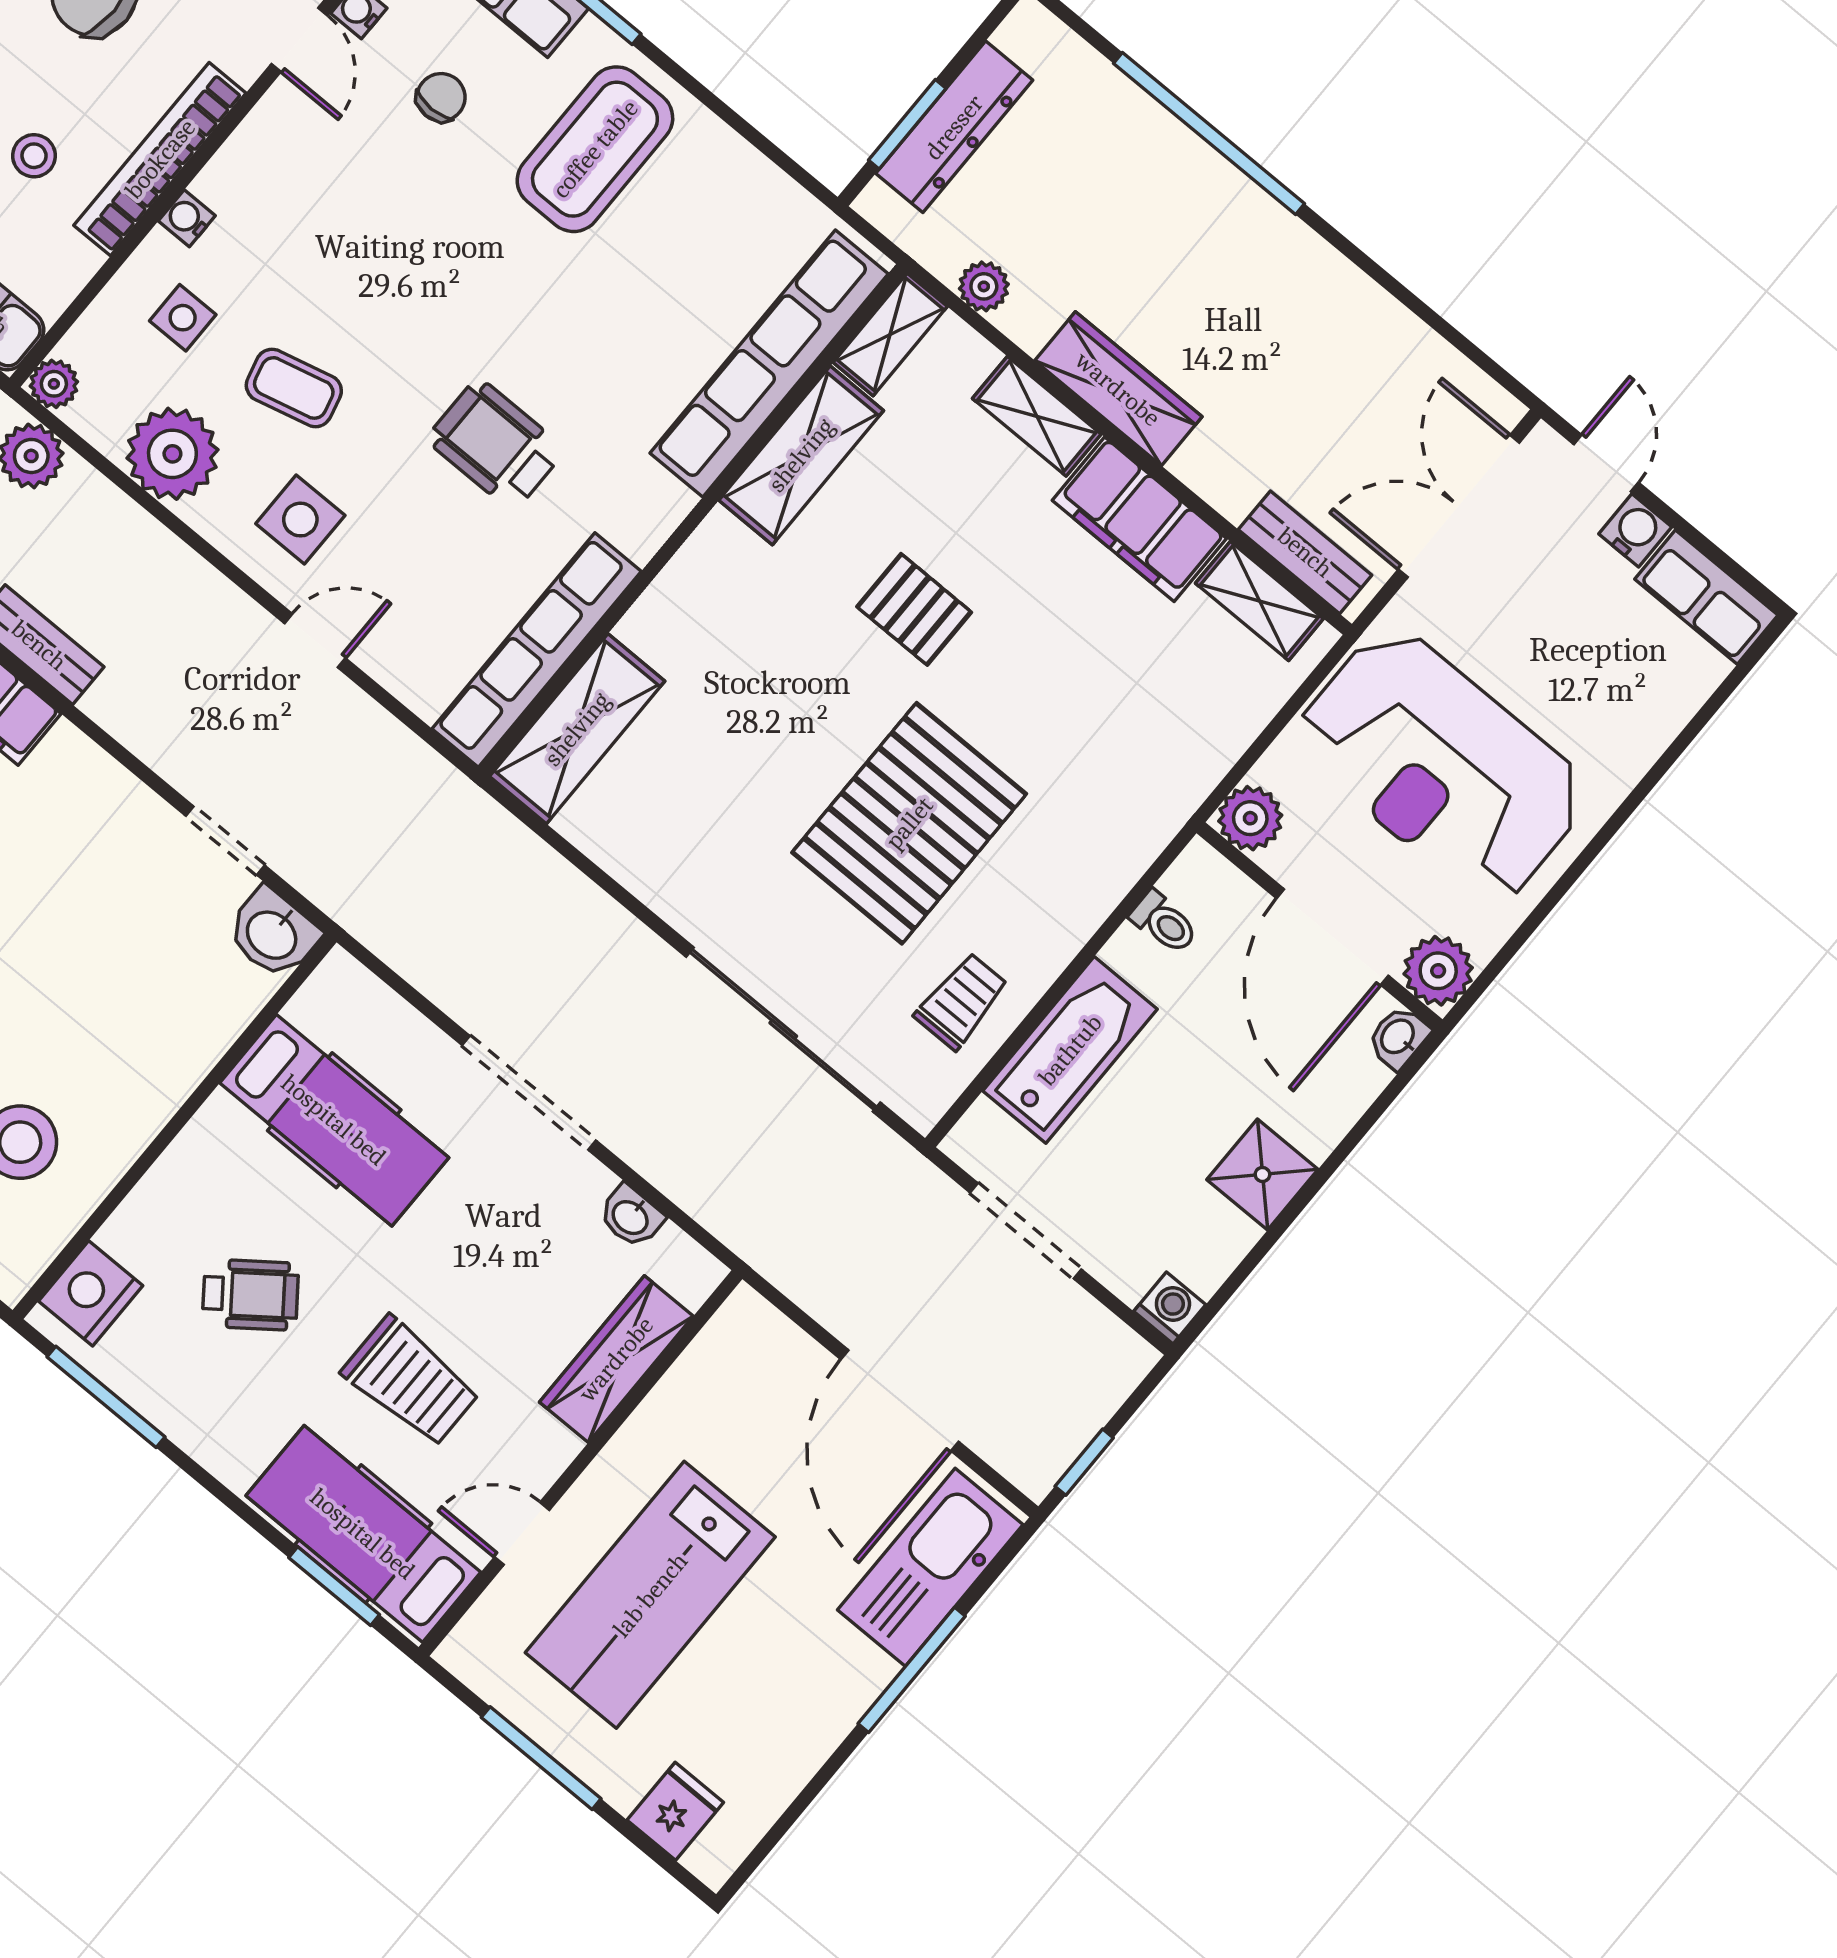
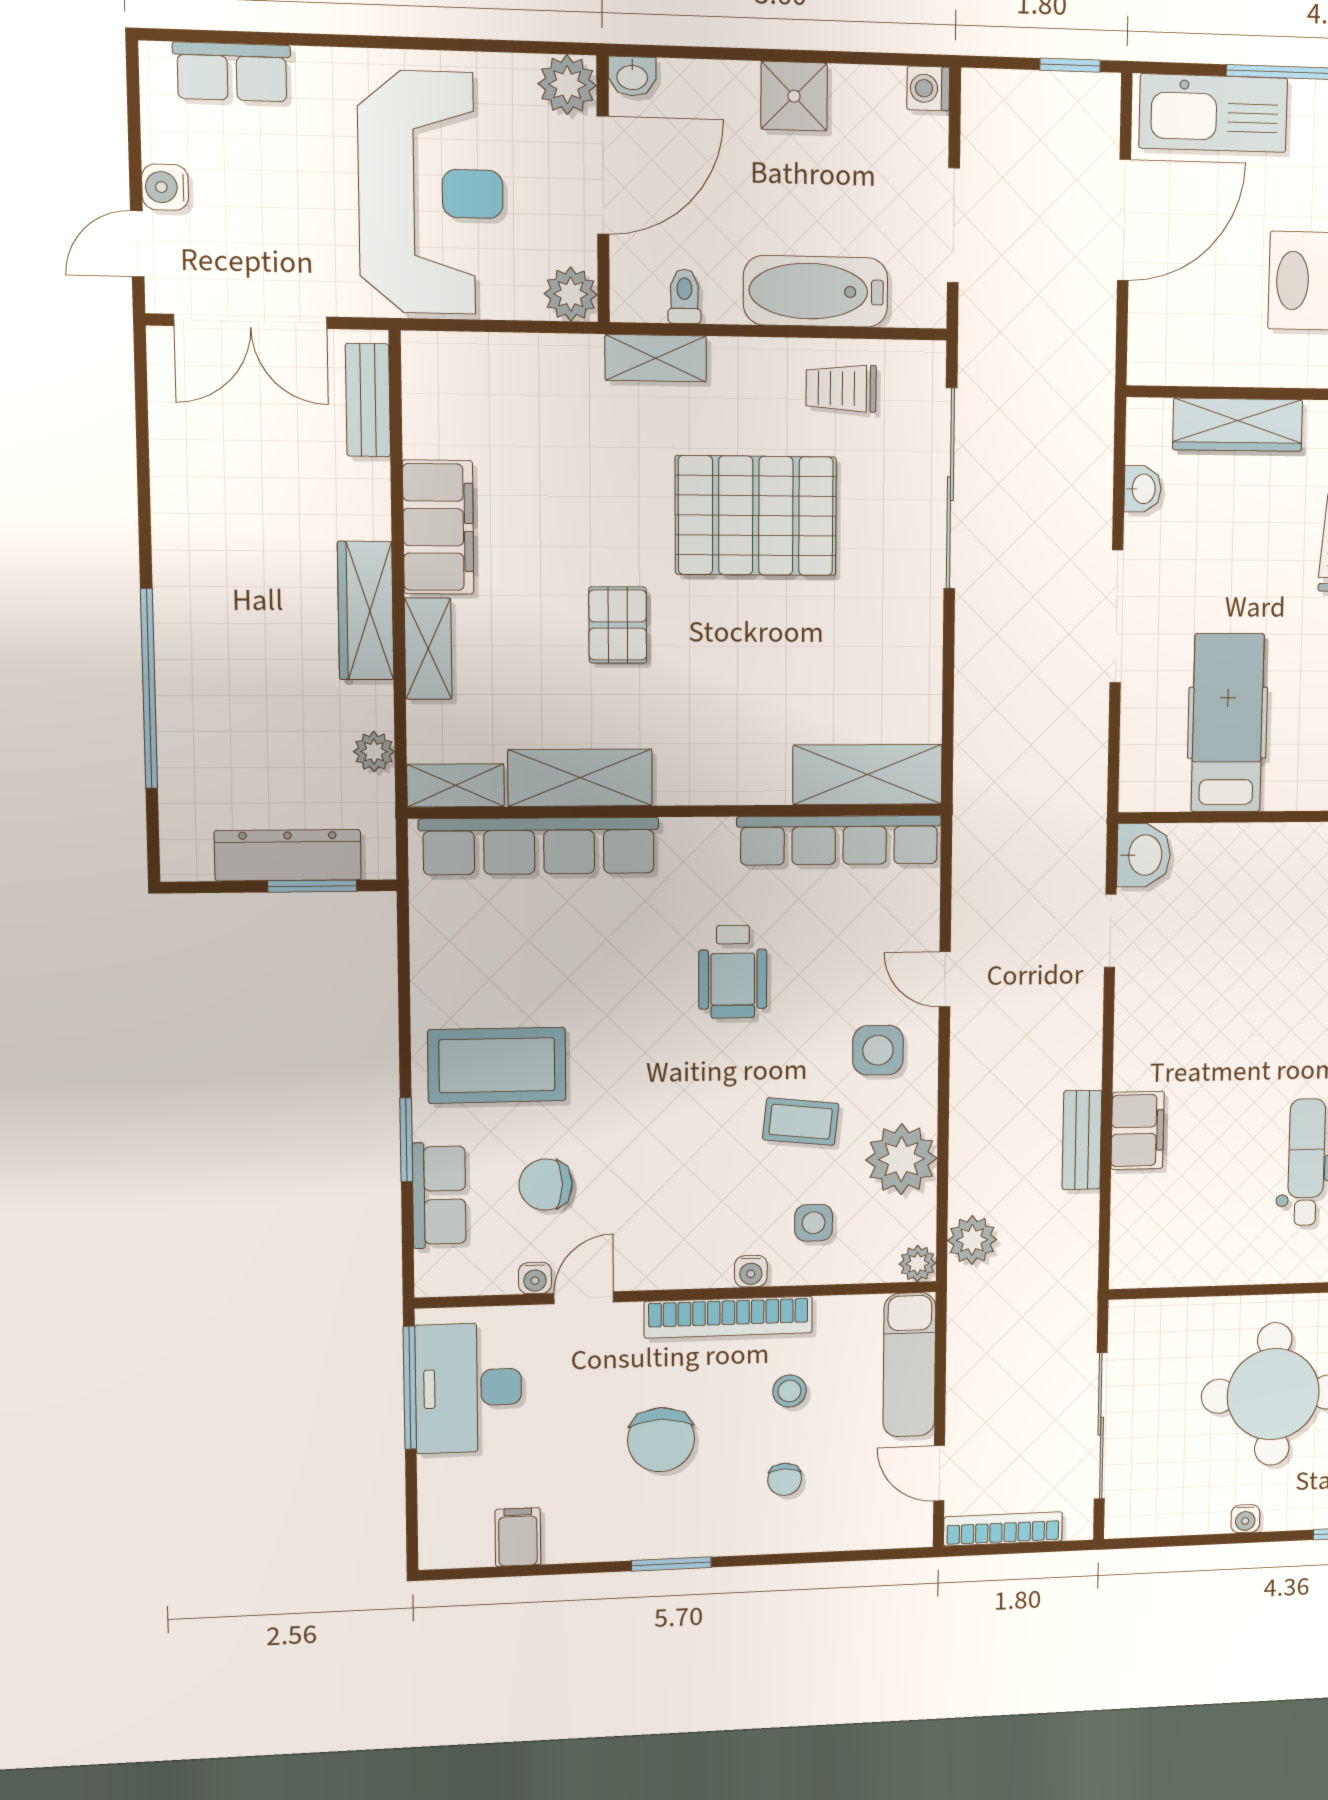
chair: (441, 97) -> (546, 1185), width x1.37, depth x1.37
coffee table: (294, 388) -> (801, 1122), turned -70
row of seats: (1706, 597) -> (232, 72), moved, turned 90
shelving: (1259, 601) -> (656, 358), moved, turned 90

